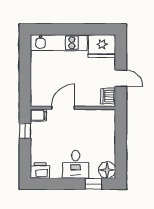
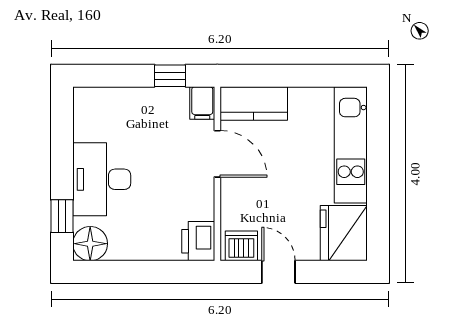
door: (121, 78) -> (278, 272), swing flipped
kitchen counter: (38, 90) -> (254, 103), added
desk: (76, 164) -> (102, 179), width x1.37
printer: (40, 171) -> (198, 241), moved, turned 180

